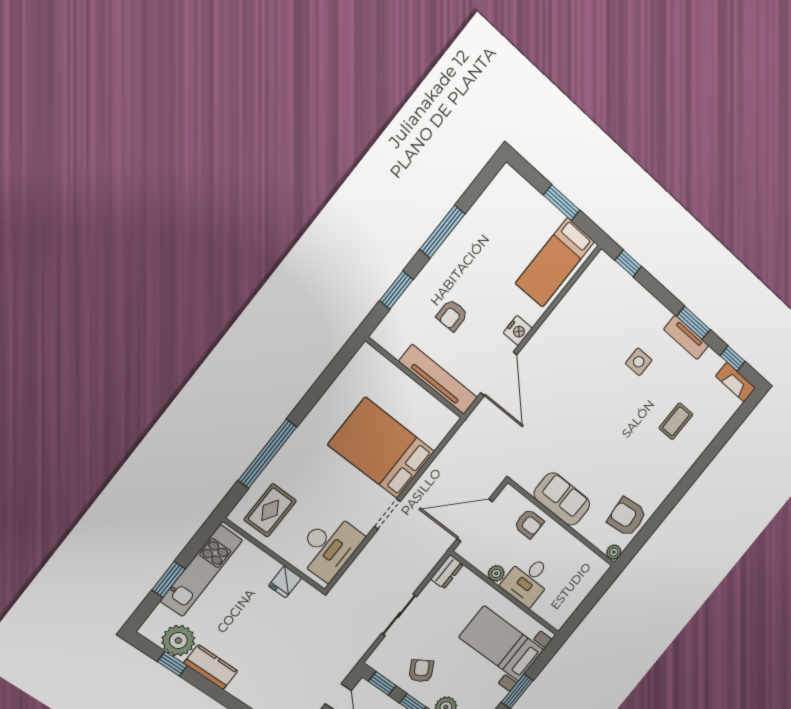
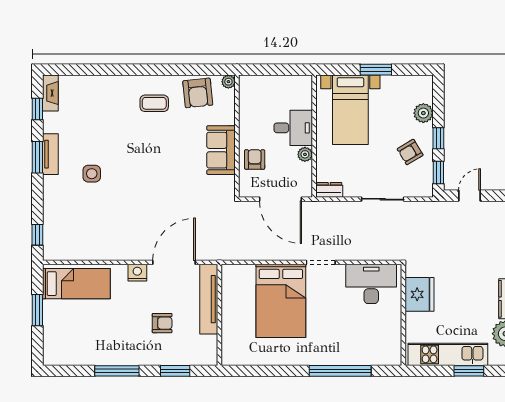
coffee table: (676, 421) -> (154, 103), moved
rug: (270, 510) -> (375, 341), removed
fridge: (285, 582) -> (419, 294), width x1.88, depth x1.34

